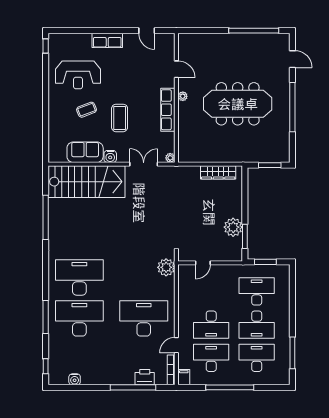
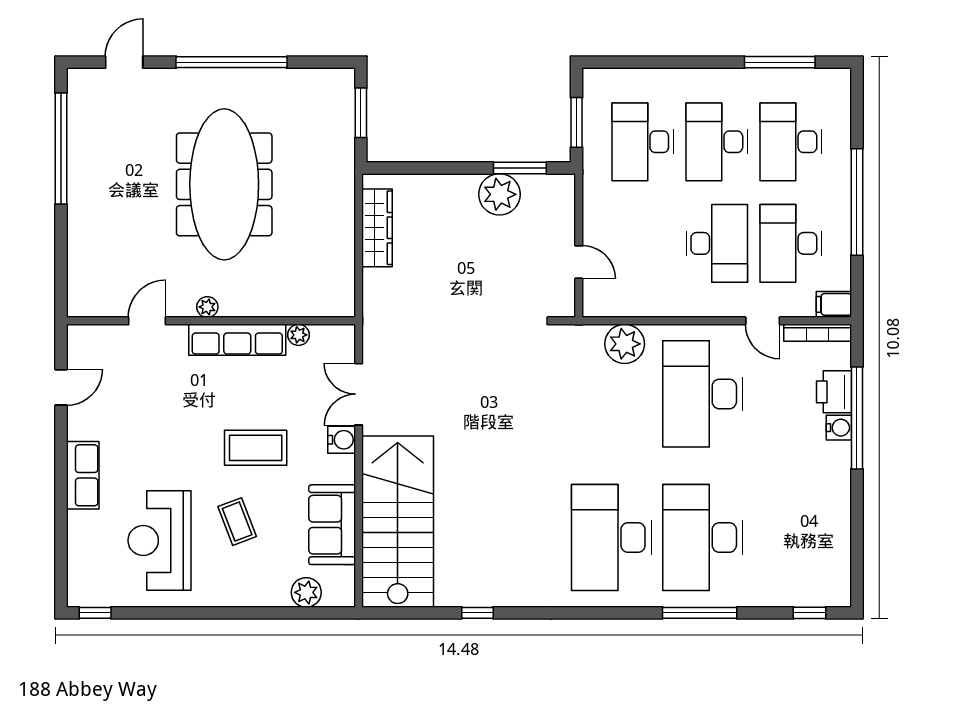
reception desk: (78, 75) -> (160, 541), turned 180
plant: (55, 141) -> (306, 592), added
water cooler: (110, 156) -> (342, 440), moved
plant: (170, 158) -> (298, 335), moved
window: (46, 217) -> (477, 613), width x0.32
plant: (166, 267) -> (625, 344), moved
desk: (257, 325) -> (717, 142), turned 180
water cooler: (75, 379) -> (839, 428), moved

